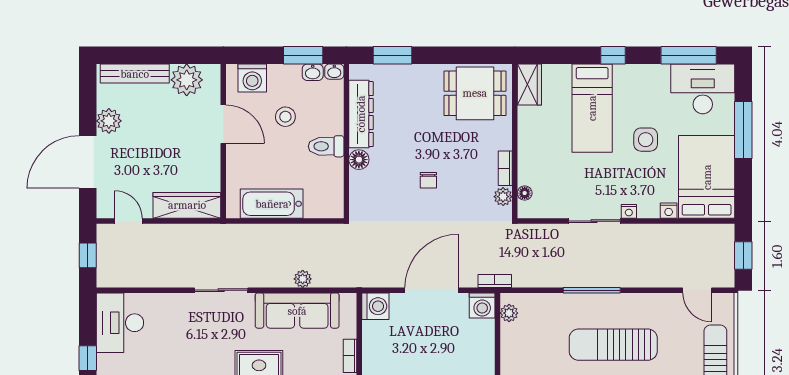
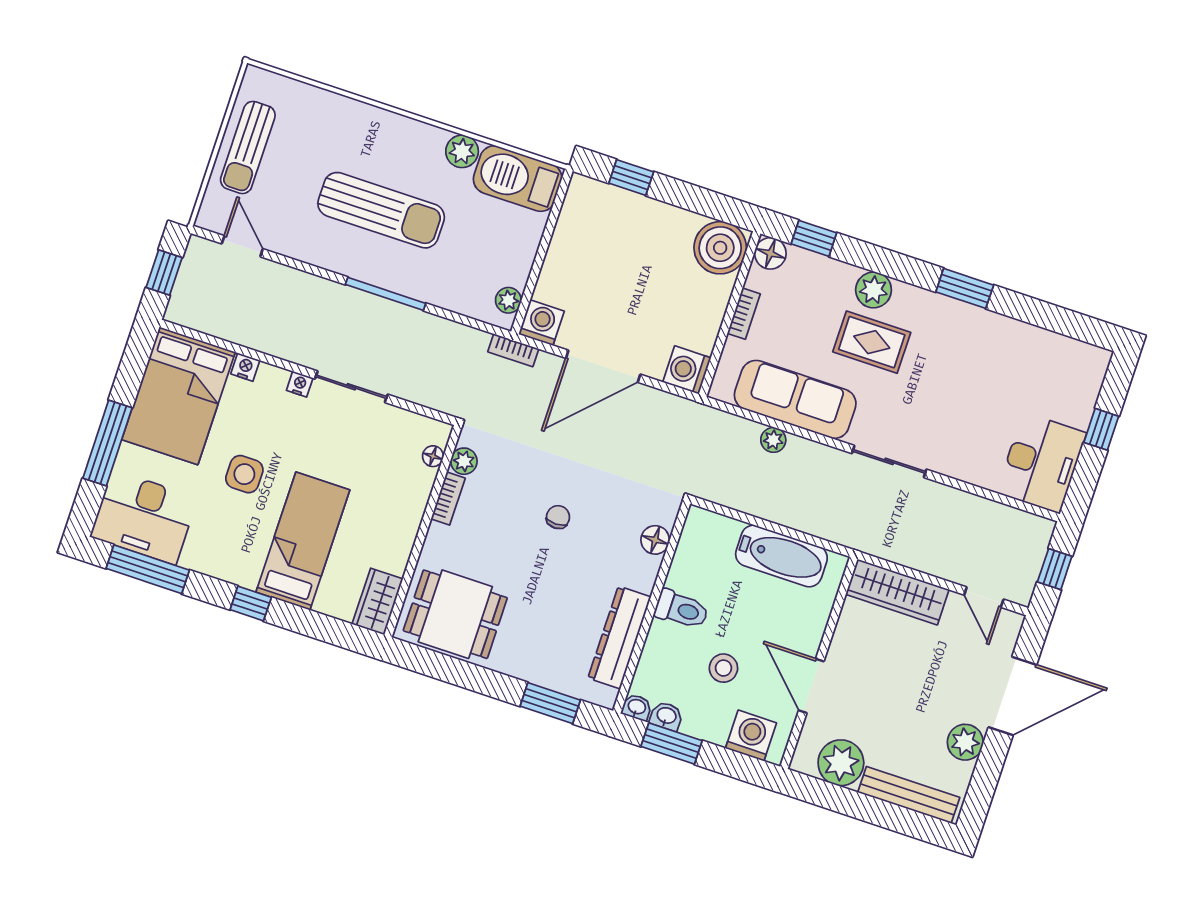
floor lamp: (359, 160) -> (655, 540), moved

